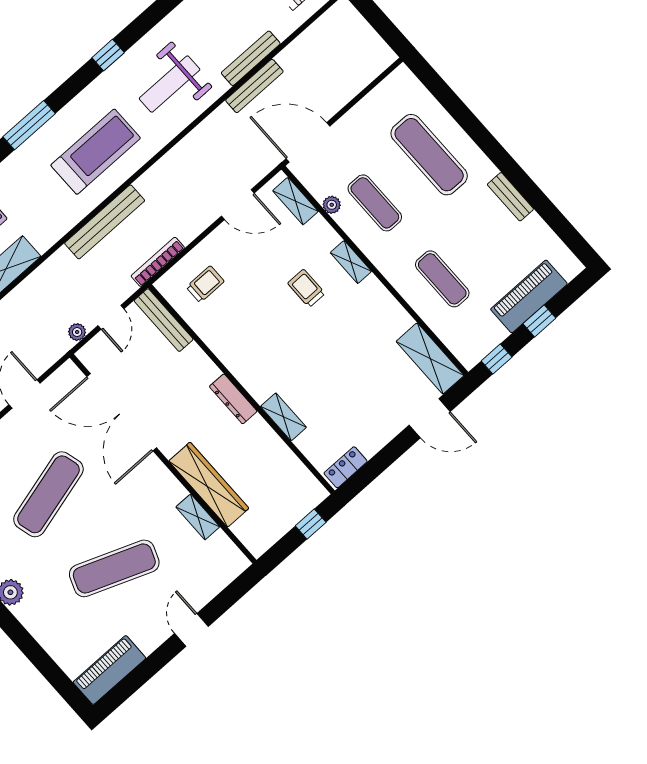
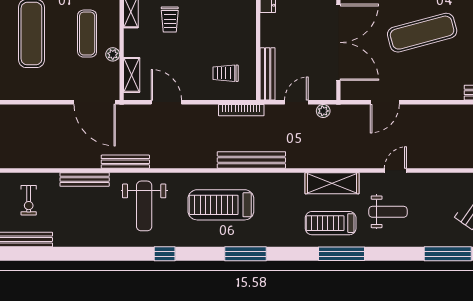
weight bench: (170, 84) -> (144, 206), turned 90
bench: (254, 86) -> (125, 162), moved

